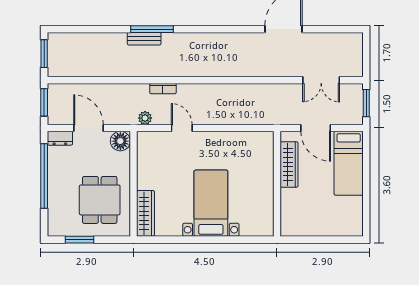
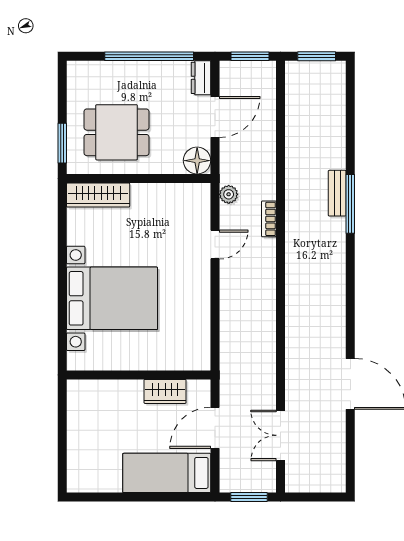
wardrobe: (289, 164) -> (165, 391), width x0.67
bed with nightstands: (211, 203) -> (112, 298), width x1.36
window: (79, 240) -> (62, 143), moved

